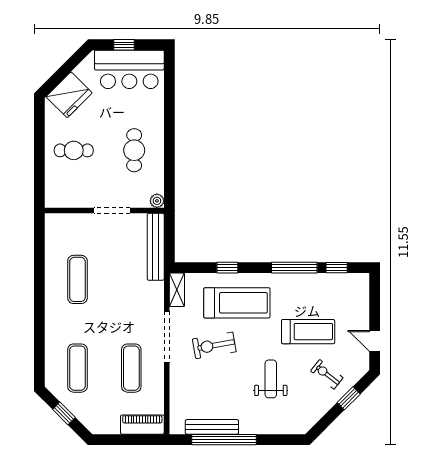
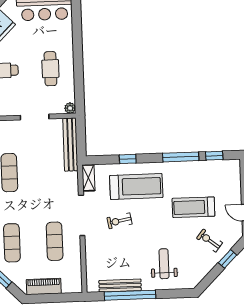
treadmill: (308, 332) -> (193, 207), turned 180
exercise bike: (214, 345) -> (120, 221), width x0.73, depth x0.72
weight bench: (271, 379) -> (164, 264), moved
piano: (142, 425) -> (44, 286), moved

